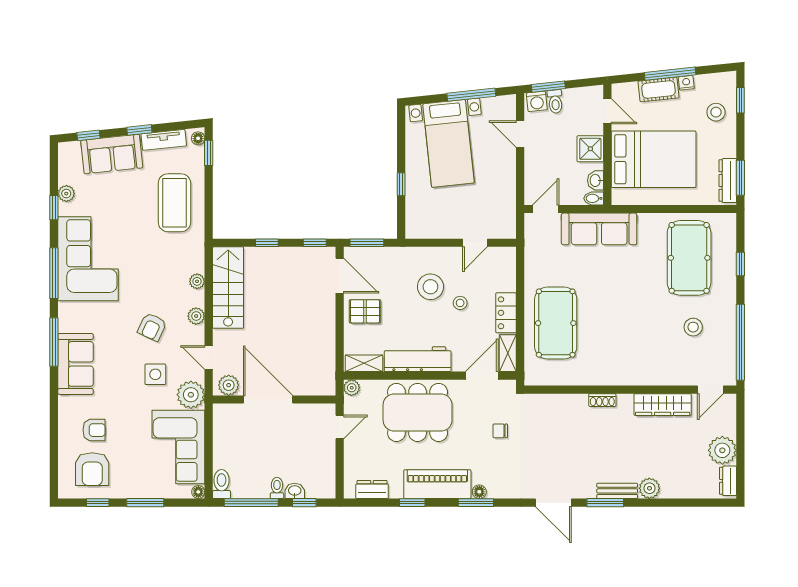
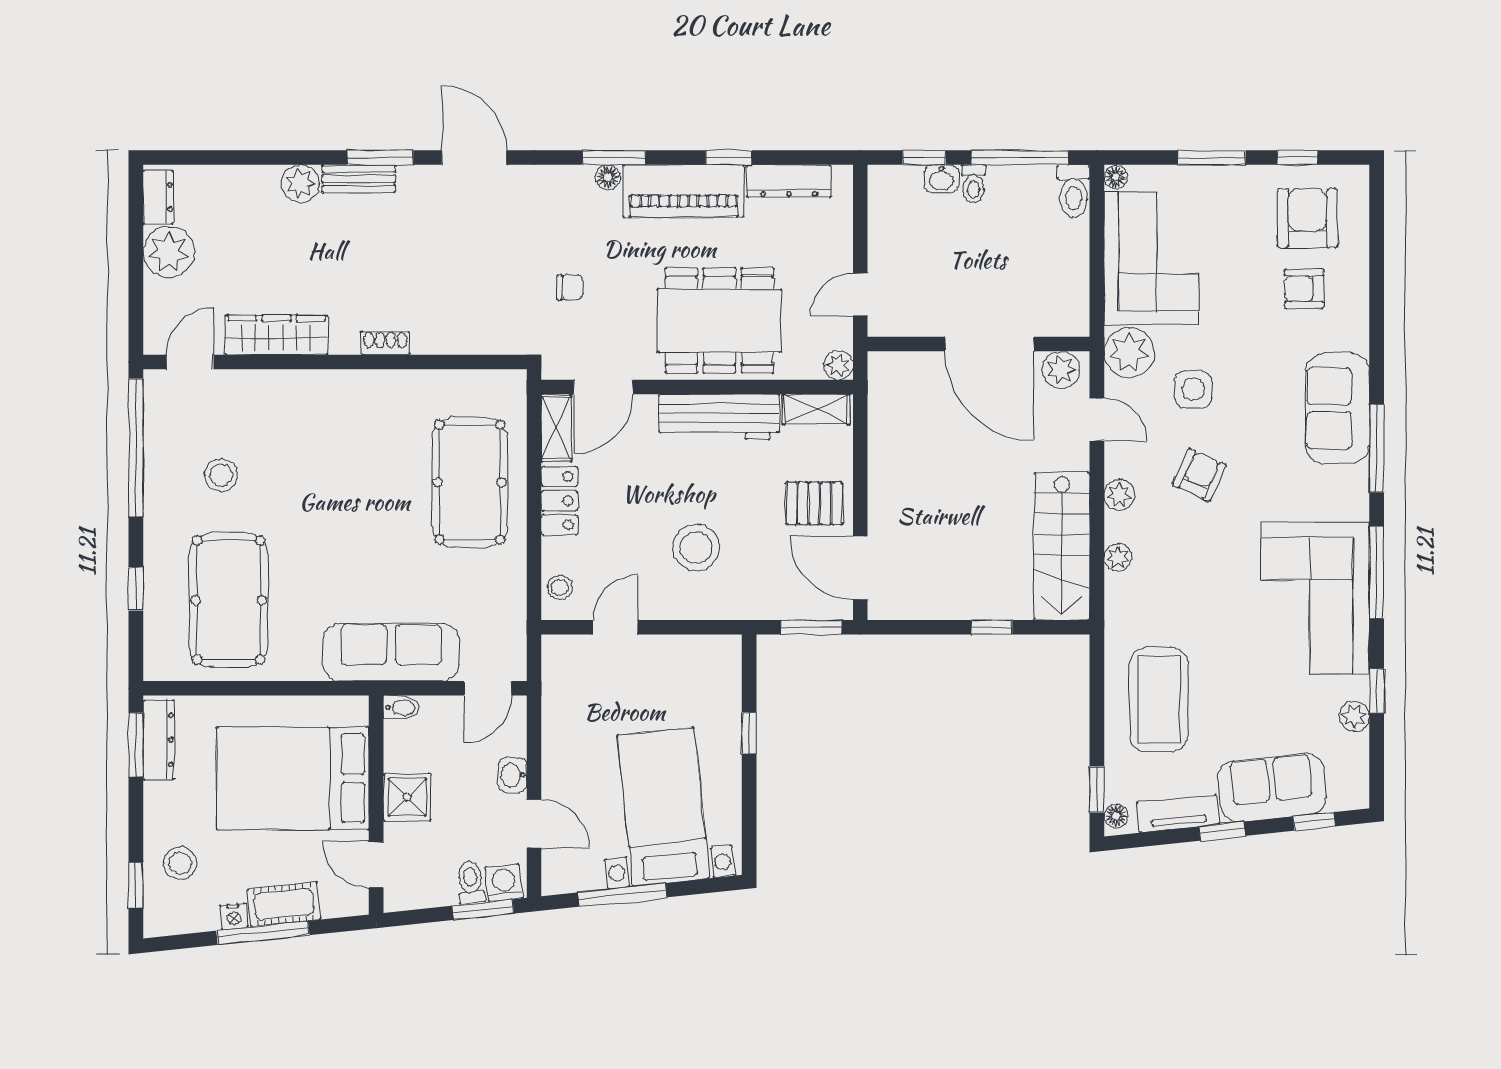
washbasin: (596, 180) -> (513, 775), moved, turned 180
window: (315, 243) -> (905, 627), removed
stool: (460, 303) -> (560, 587), moved
dresser: (372, 490) -> (789, 181), width x1.44

